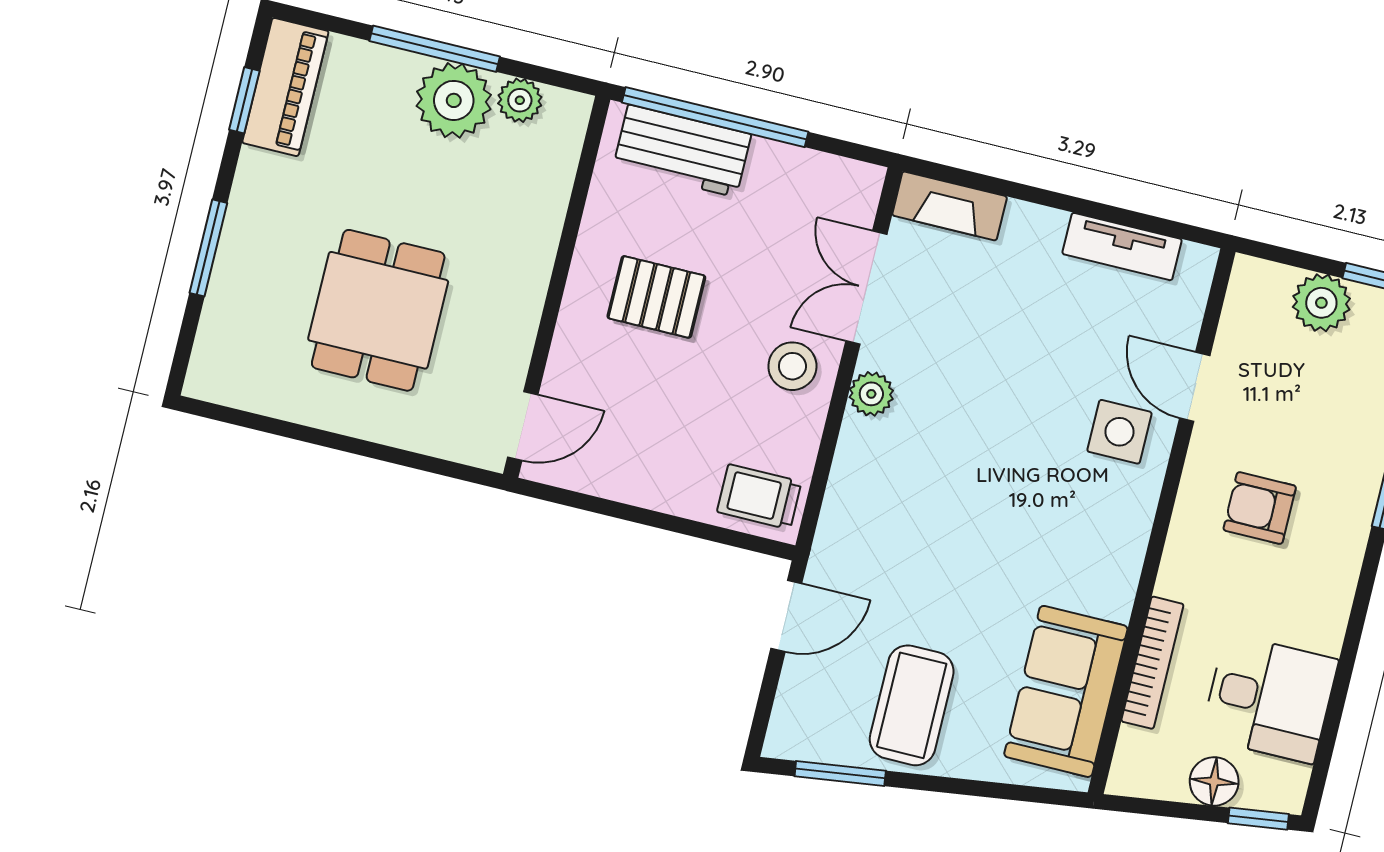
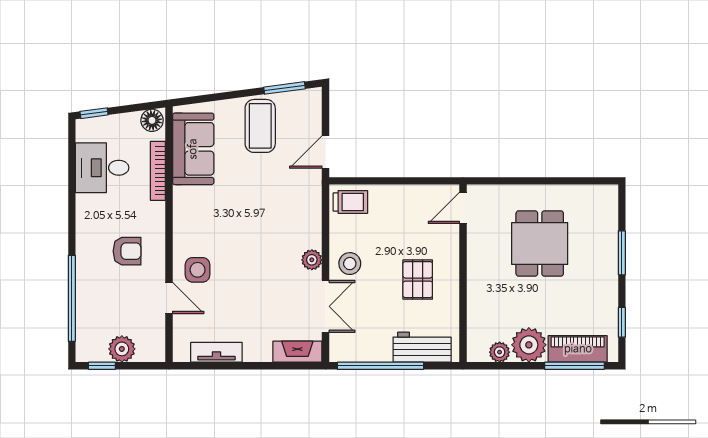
window: (435, 49) -> (574, 366), moved
piano: (285, 87) -> (578, 349), moved, turned 90
window: (715, 117) -> (380, 366), moved
pallet: (656, 297) -> (418, 280), turned 90
floor lamp: (1214, 781) -> (152, 120), moved

